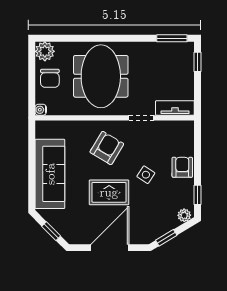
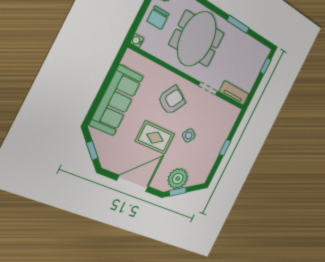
window: (172, 38) -> (238, 24), moved
armchair: (182, 167) -> (216, 141), removed
window: (198, 195) -> (225, 148), moved
plant: (184, 215) -> (178, 179), moved, width x1.88, depth x1.88

